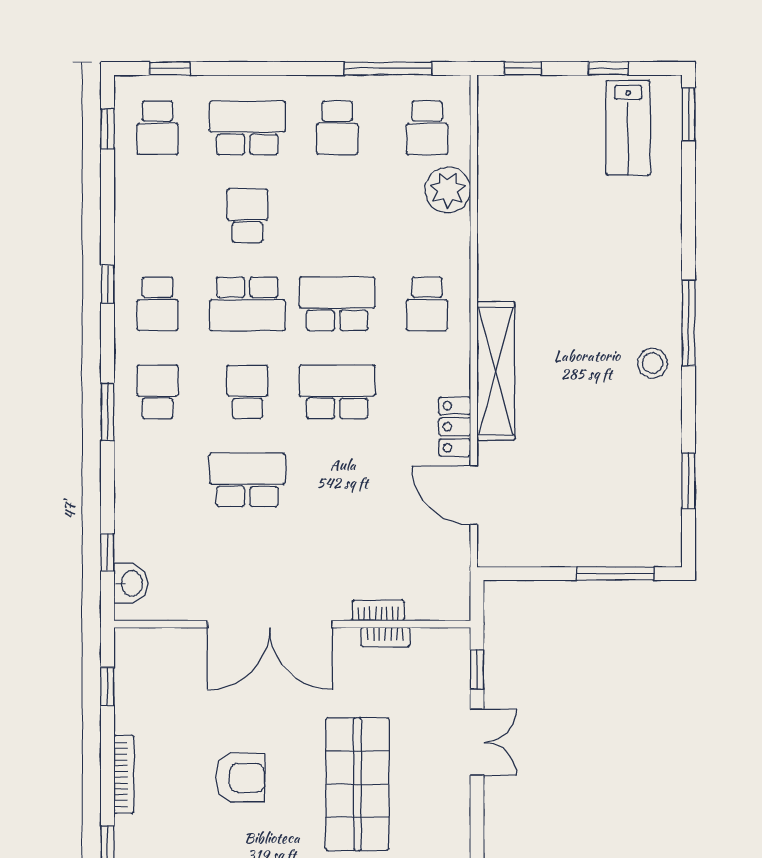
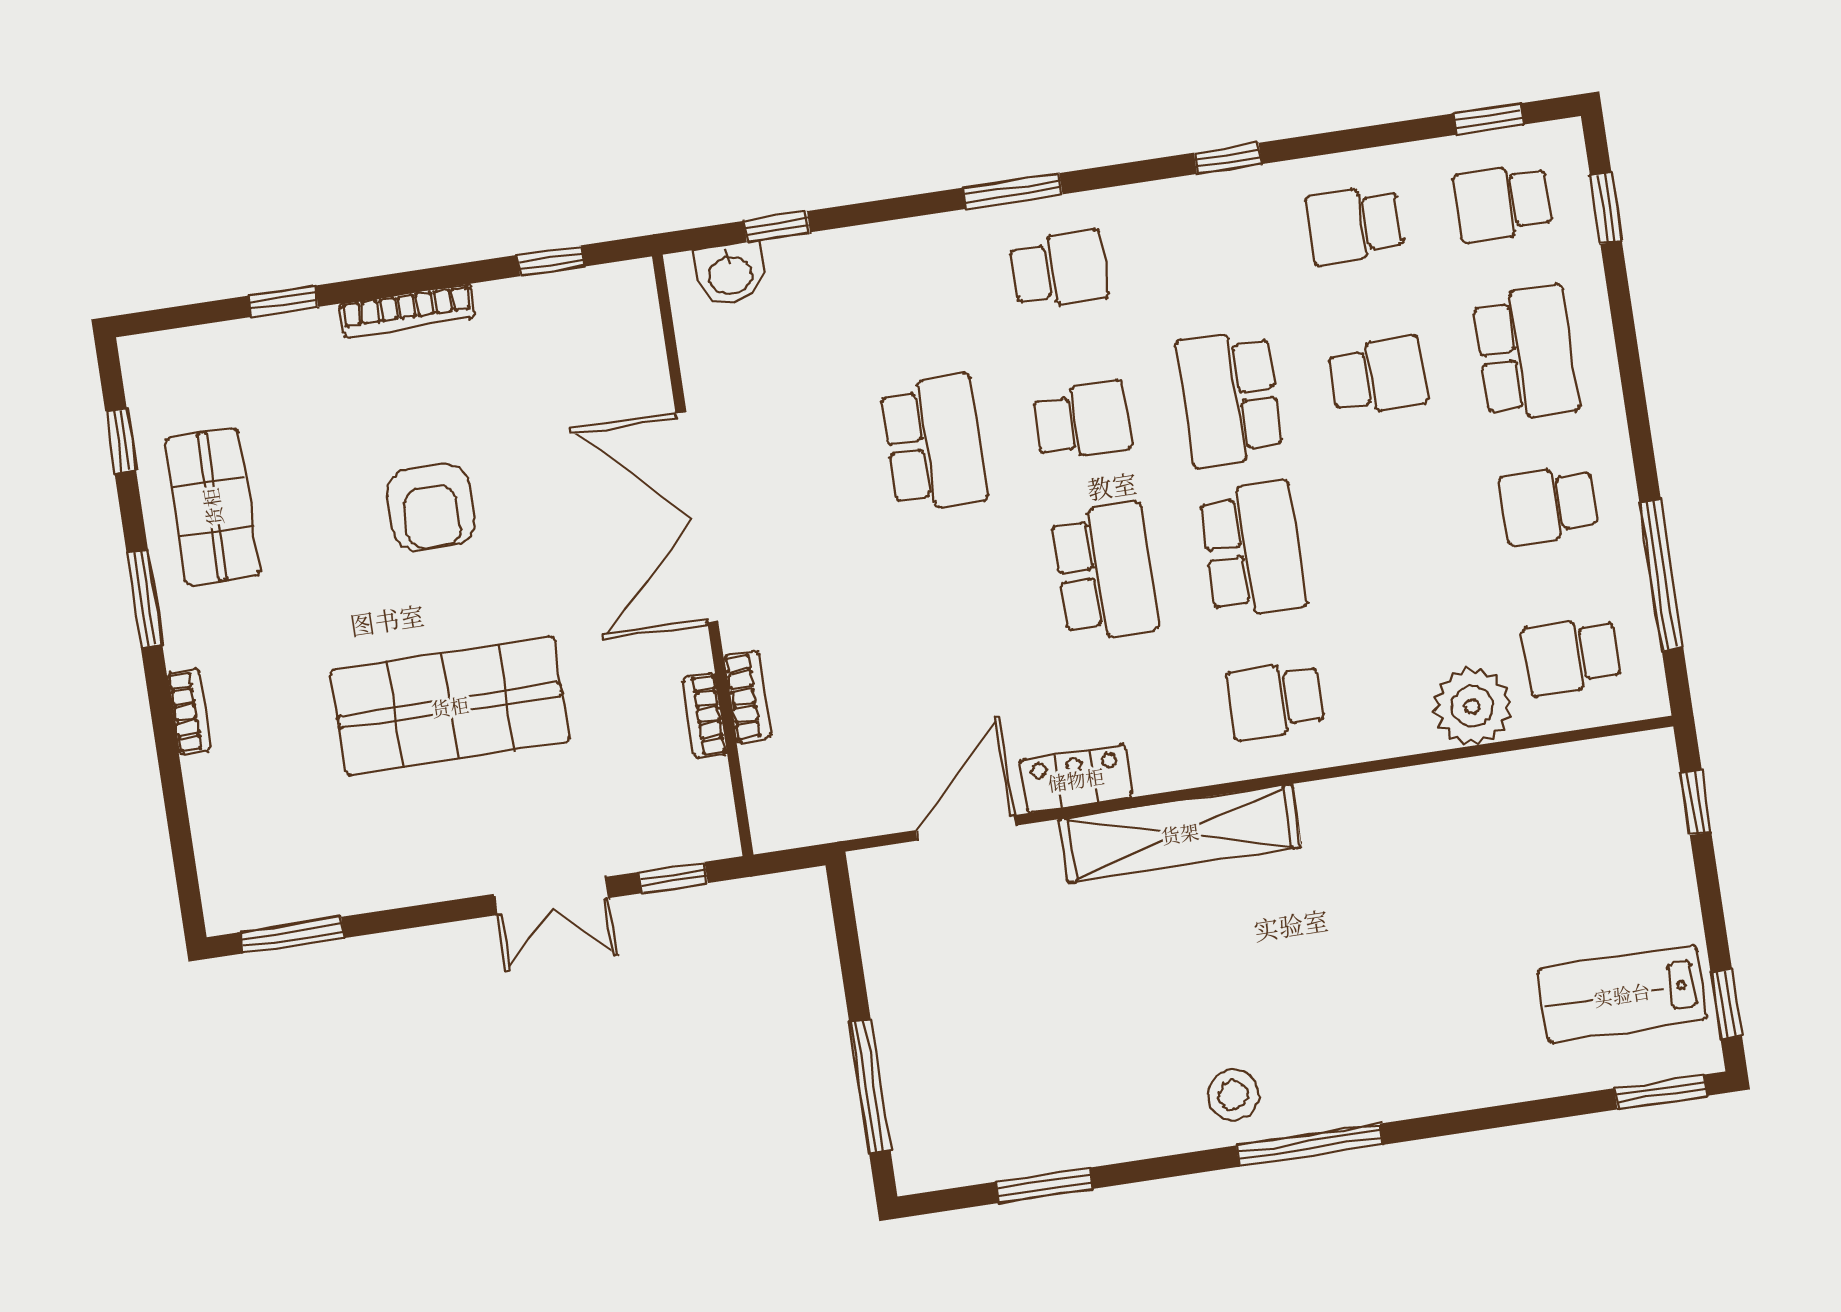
window: (608, 68) -> (1726, 1004), moved
school desk: (157, 304) -> (1355, 225), moved

